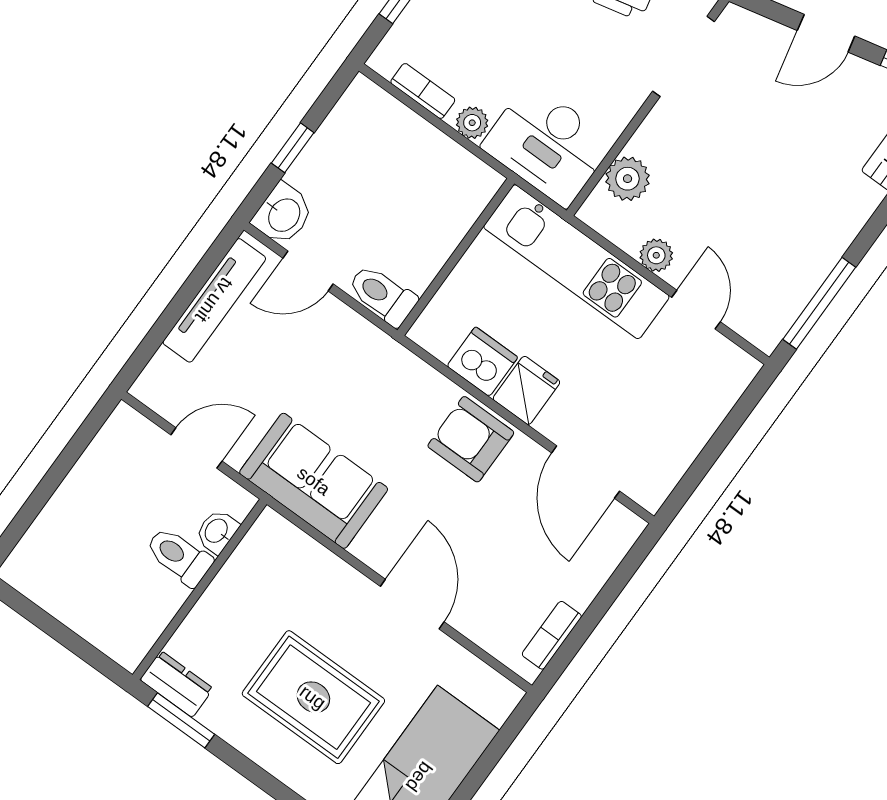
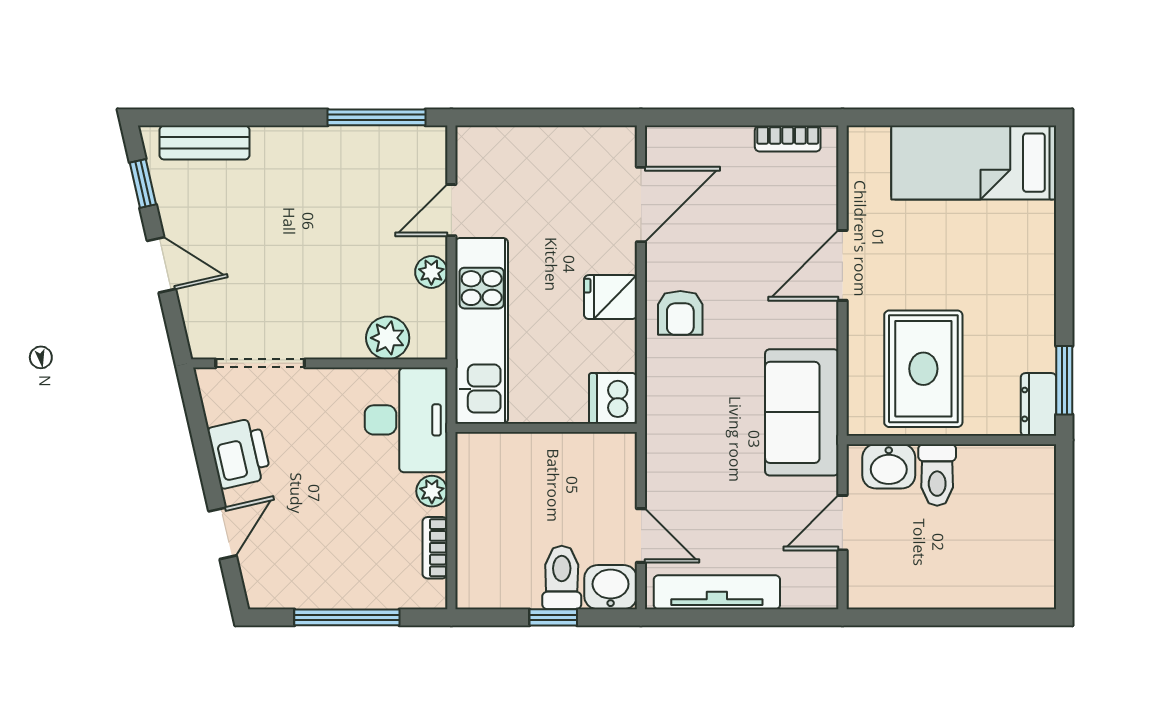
toilet: (382, 295) -> (562, 577), moved, turned 180
dishwasher: (482, 362) -> (613, 398), moved
armchair: (471, 439) -> (680, 313), width x0.72, depth x0.72
door: (196, 448) -> (842, 523), hinge flipped
washbasin: (217, 531) -> (889, 466), width x1.38, depth x1.45
rug: (313, 697) -> (923, 369), moved

